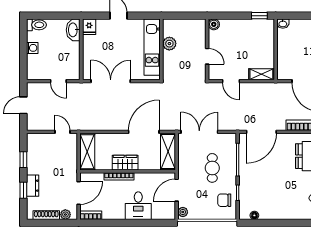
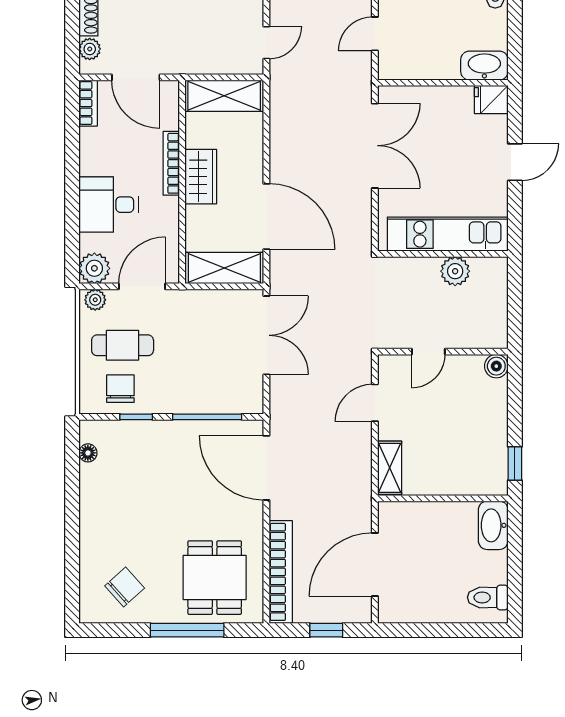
washbasin: (283, 24) -> (493, 525), width x1.91, depth x1.45
cafe table: (212, 168) -> (123, 345), moved
door: (177, 190) -> (142, 286), hinge flipped
plant: (168, 212) -> (94, 268), added

